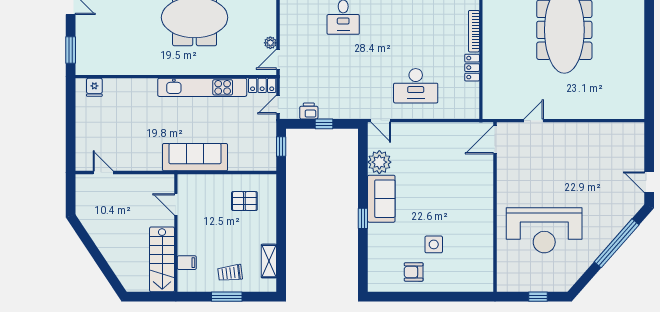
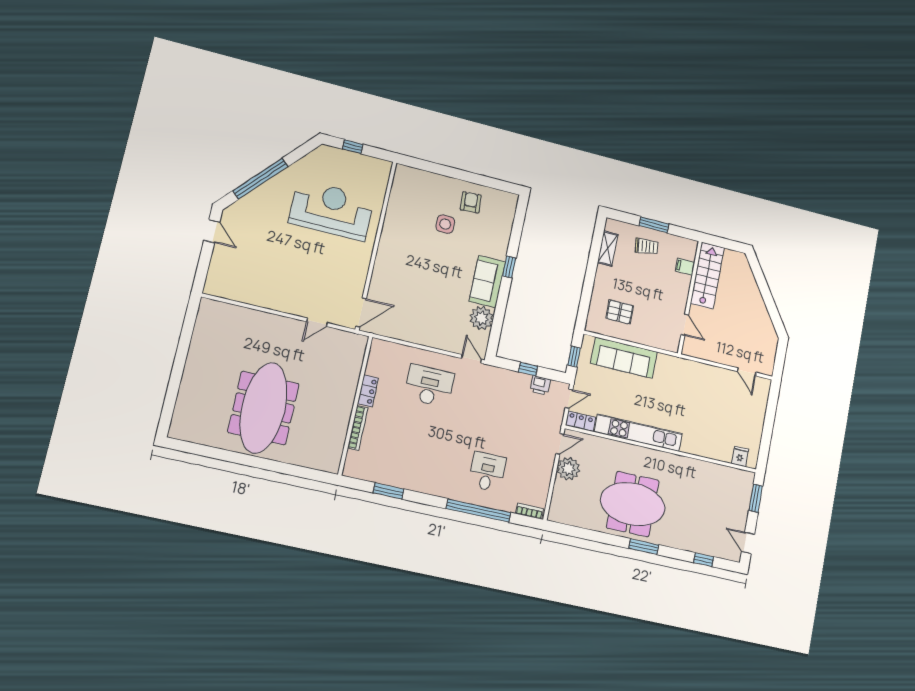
plant: (270, 43) -> (568, 469), width x1.88, depth x1.88
sofa: (195, 157) -> (624, 358), moved
armchair: (414, 272) -> (471, 202), turned -94

